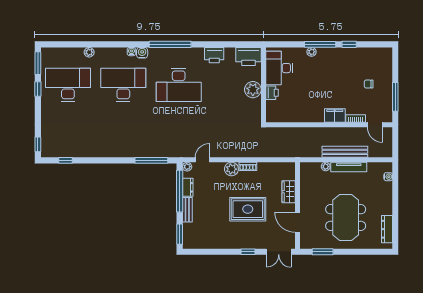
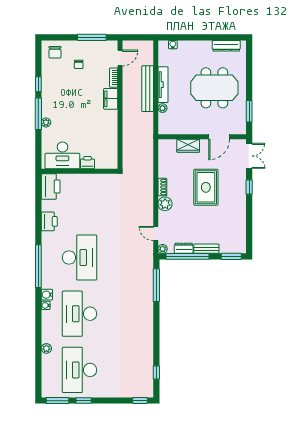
chair: (381, 61) -> (55, 52), added
plant: (253, 90) -> (84, 182), removed

